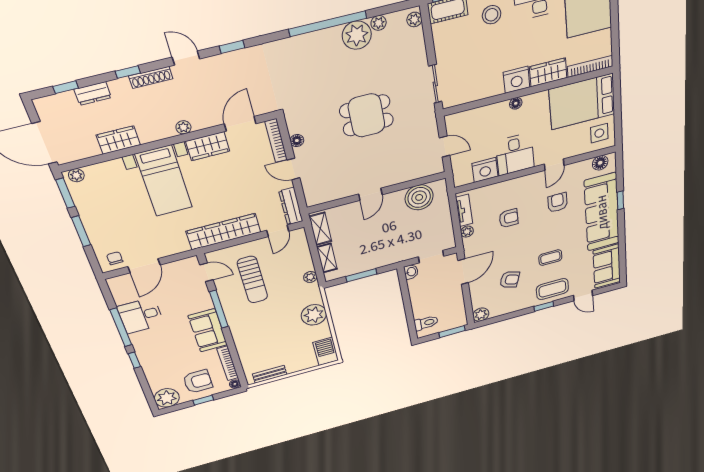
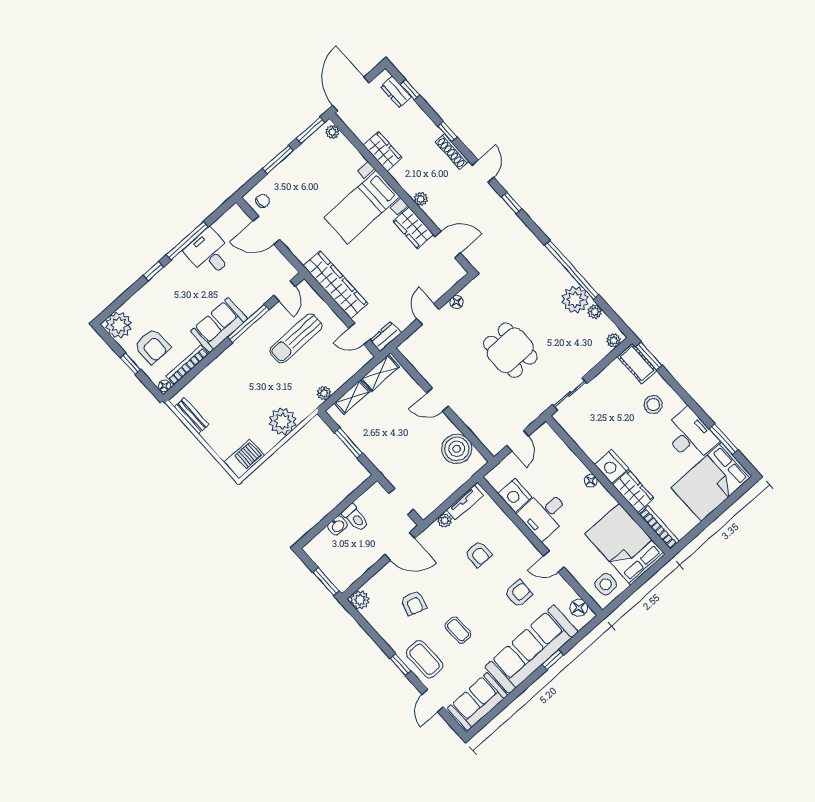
dresser: (93, 94) -> (396, 92), moved
bookcase: (276, 141) -> (447, 284), removed
dresser: (291, 206) -> (385, 336), width x0.70
washbasin: (411, 272) -> (337, 526), moved
toilet: (426, 323) -> (355, 518), moved

